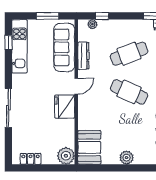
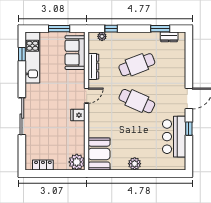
sofa: (64, 47) -> (75, 53), width x0.73
fridge: (65, 107) -> (78, 115), width x0.53, depth x0.75

